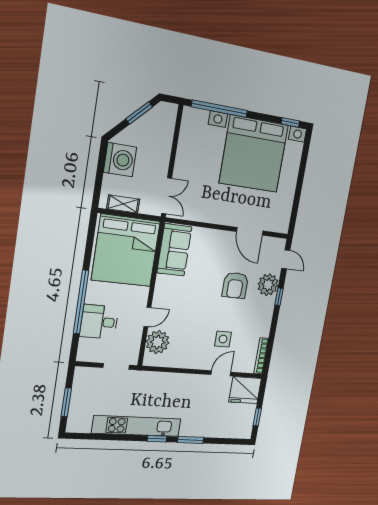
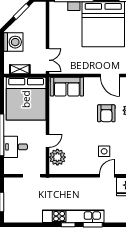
sofa: (174, 250) -> (67, 87), moved, turned 90
kitchen unit: (137, 426) -> (73, 216), moved

